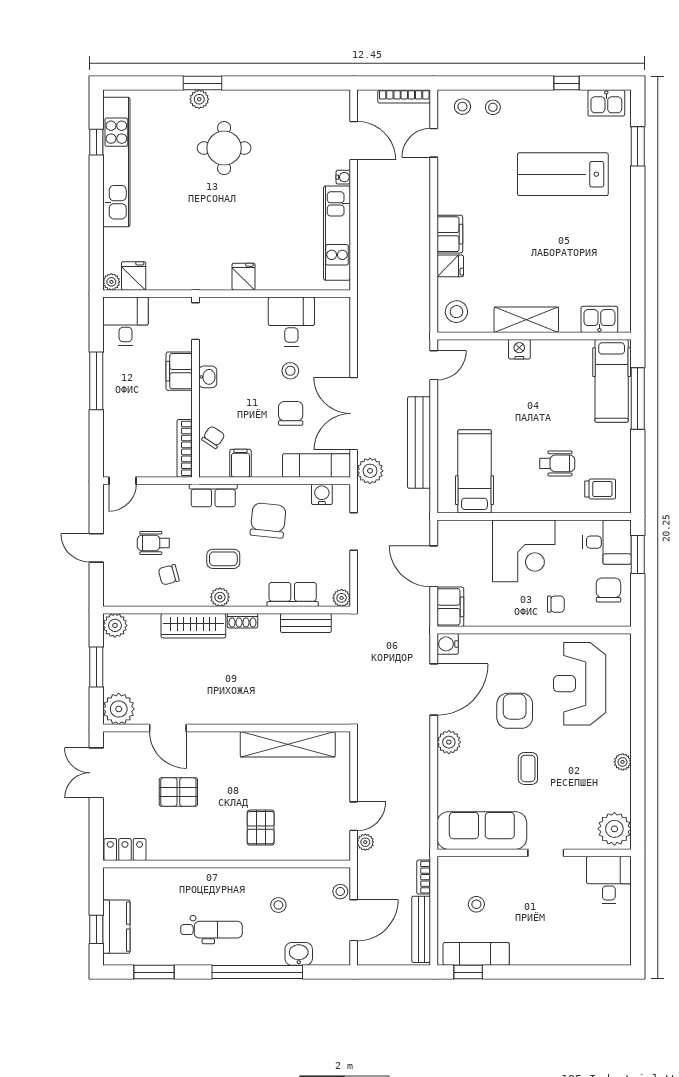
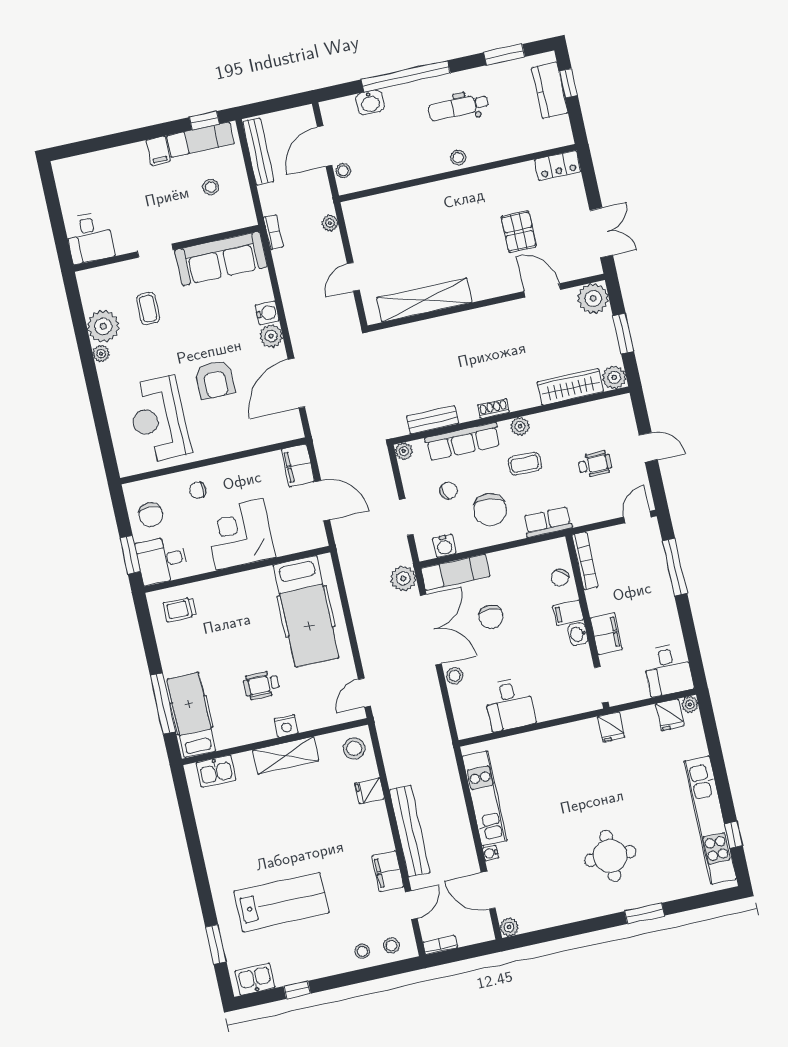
bookcase: (404, 96) -> (440, 945), width x0.64
plant: (199, 99) -> (509, 927), moved
filing cabinet: (450, 234) -> (388, 871), moved
fridge: (244, 277) -> (611, 727), moved
stool: (290, 371) -> (455, 676), moved
window: (96, 381) -> (675, 567), moved
bench: (419, 442) -> (410, 831), moved
filing cabinet: (240, 463) -> (568, 613), moved, turned 90
wheelchair: (557, 463) -> (261, 685), moved
hospital bed: (474, 471) -> (306, 611), width x1.37, depth x1.29
chair: (169, 575) -> (448, 491), moved
row of seats: (293, 594) -> (463, 442), width x1.48
wardrobe: (193, 626) -> (570, 387), moved
water cooler: (448, 644) -> (267, 313), moved
reception desk: (580, 684) -> (159, 419), turned 180
coffee table: (528, 768) -> (148, 309), moved
pallet: (178, 792) -> (519, 232), turned 90
door: (354, 816) -> (353, 277), moved
pallet: (261, 828) -> (433, 215), removed
plant: (614, 829) -> (103, 326), moved
bookcase: (424, 877) -> (273, 232), moved
stool: (278, 905) -> (458, 157), moved
filing cabinet: (521, 952) -> (158, 151), added

